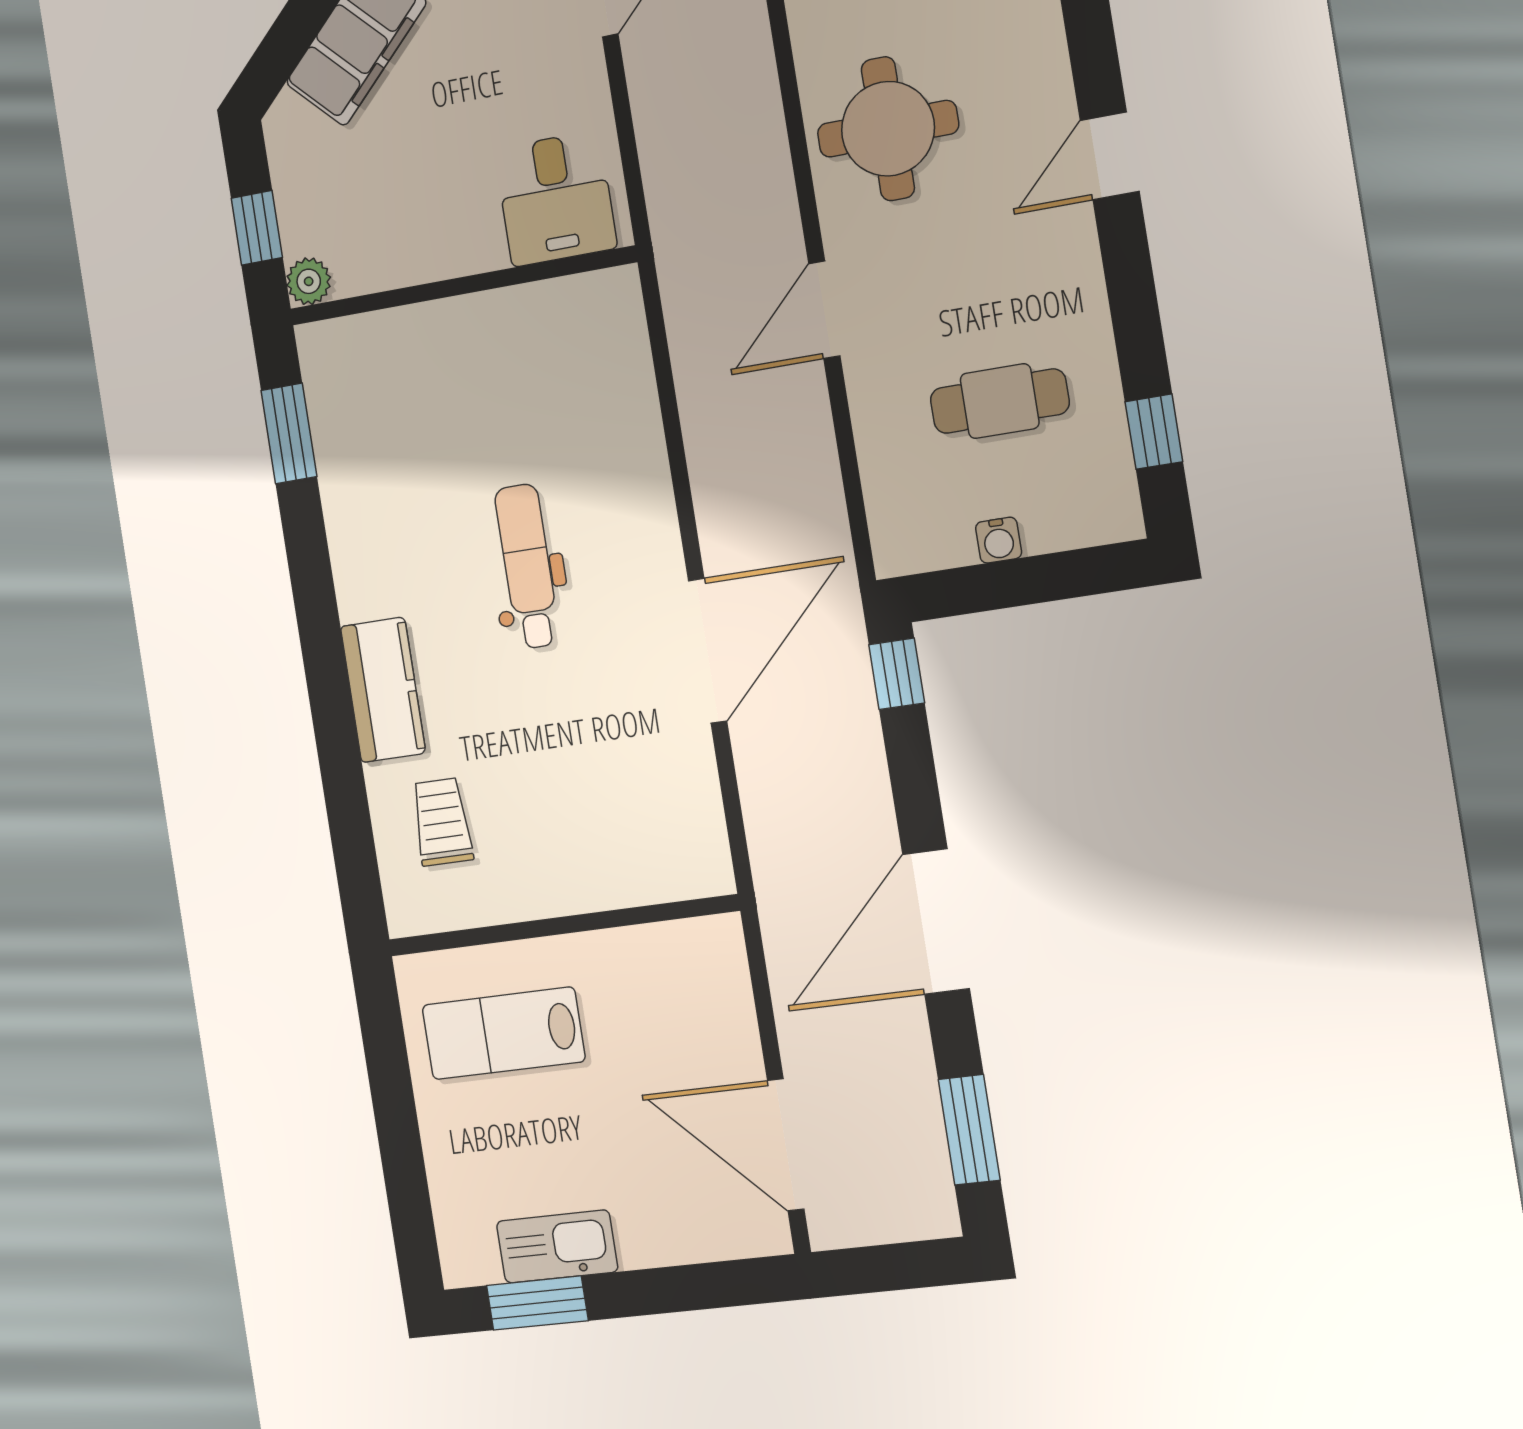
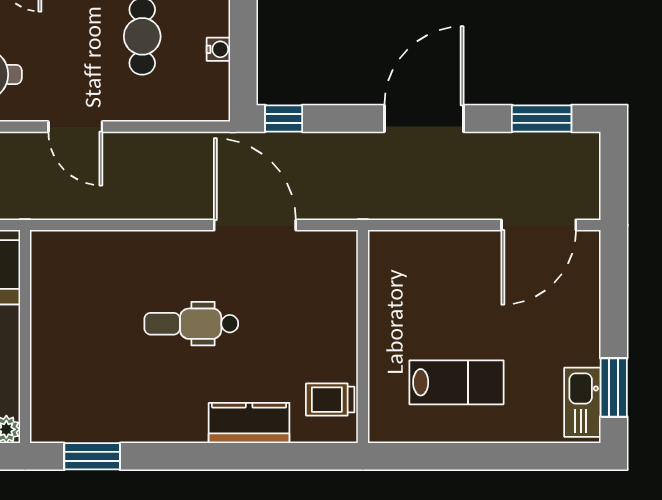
door: (936, 922) -> (424, 118), swing flipped
wall: (562, 925) -> (363, 337), moved
lab bench: (503, 1033) -> (456, 382), turned -90
kitchen sink: (557, 1246) -> (582, 402), moved

